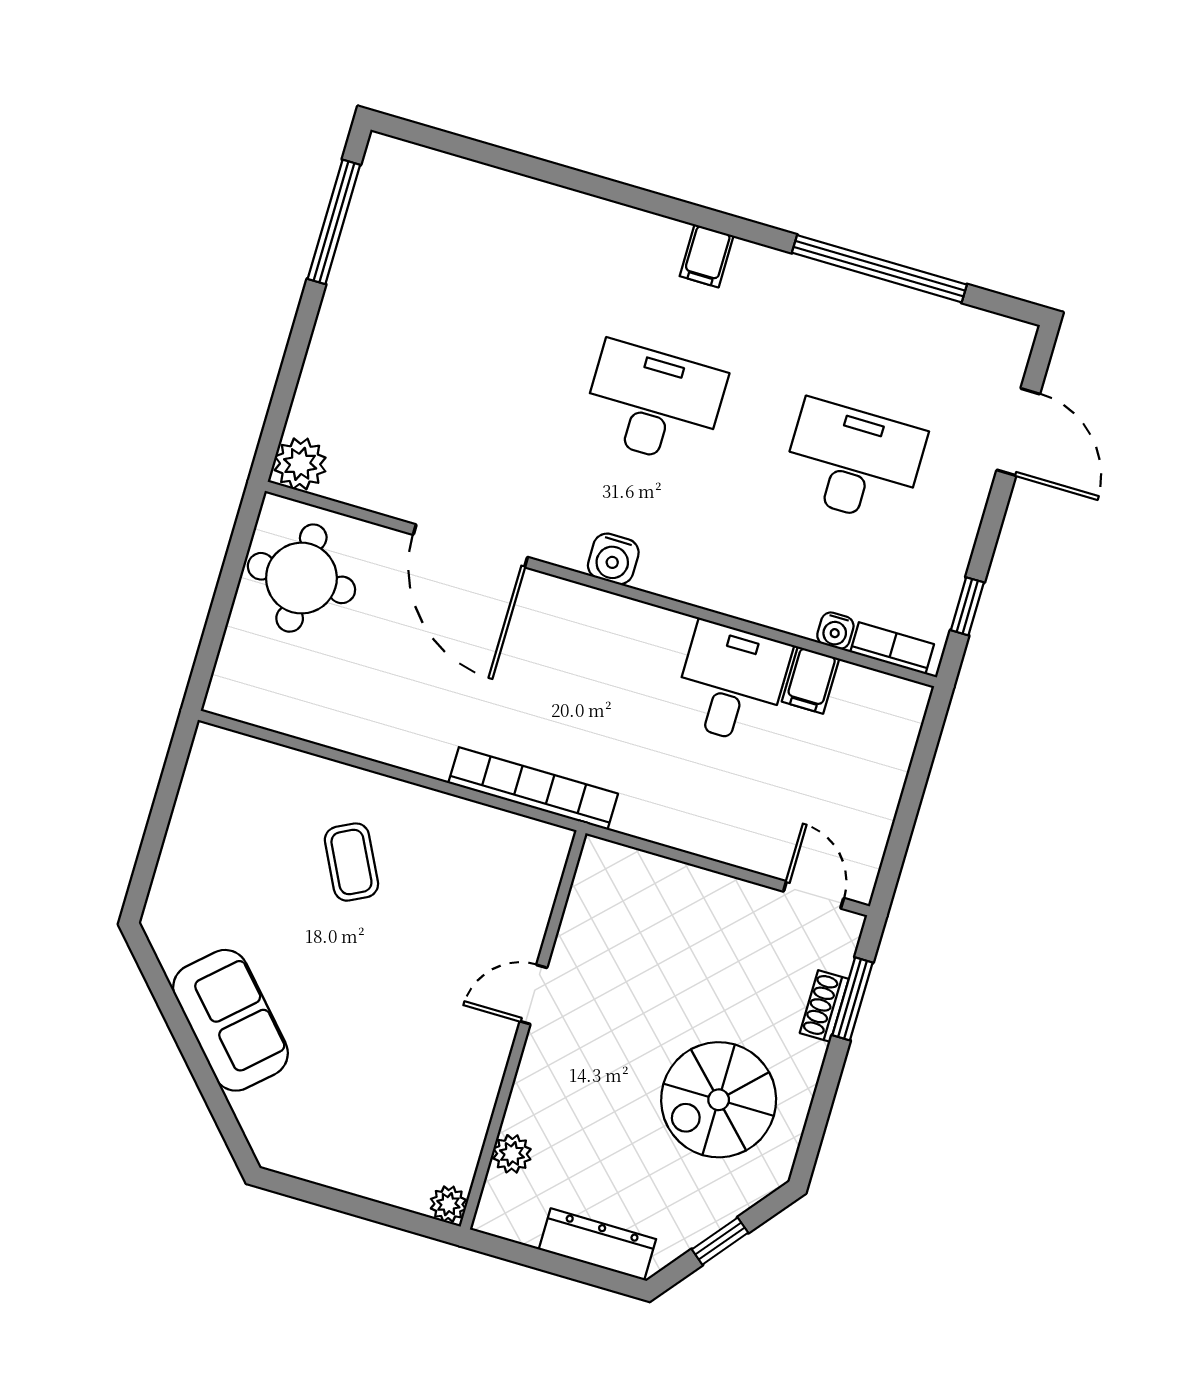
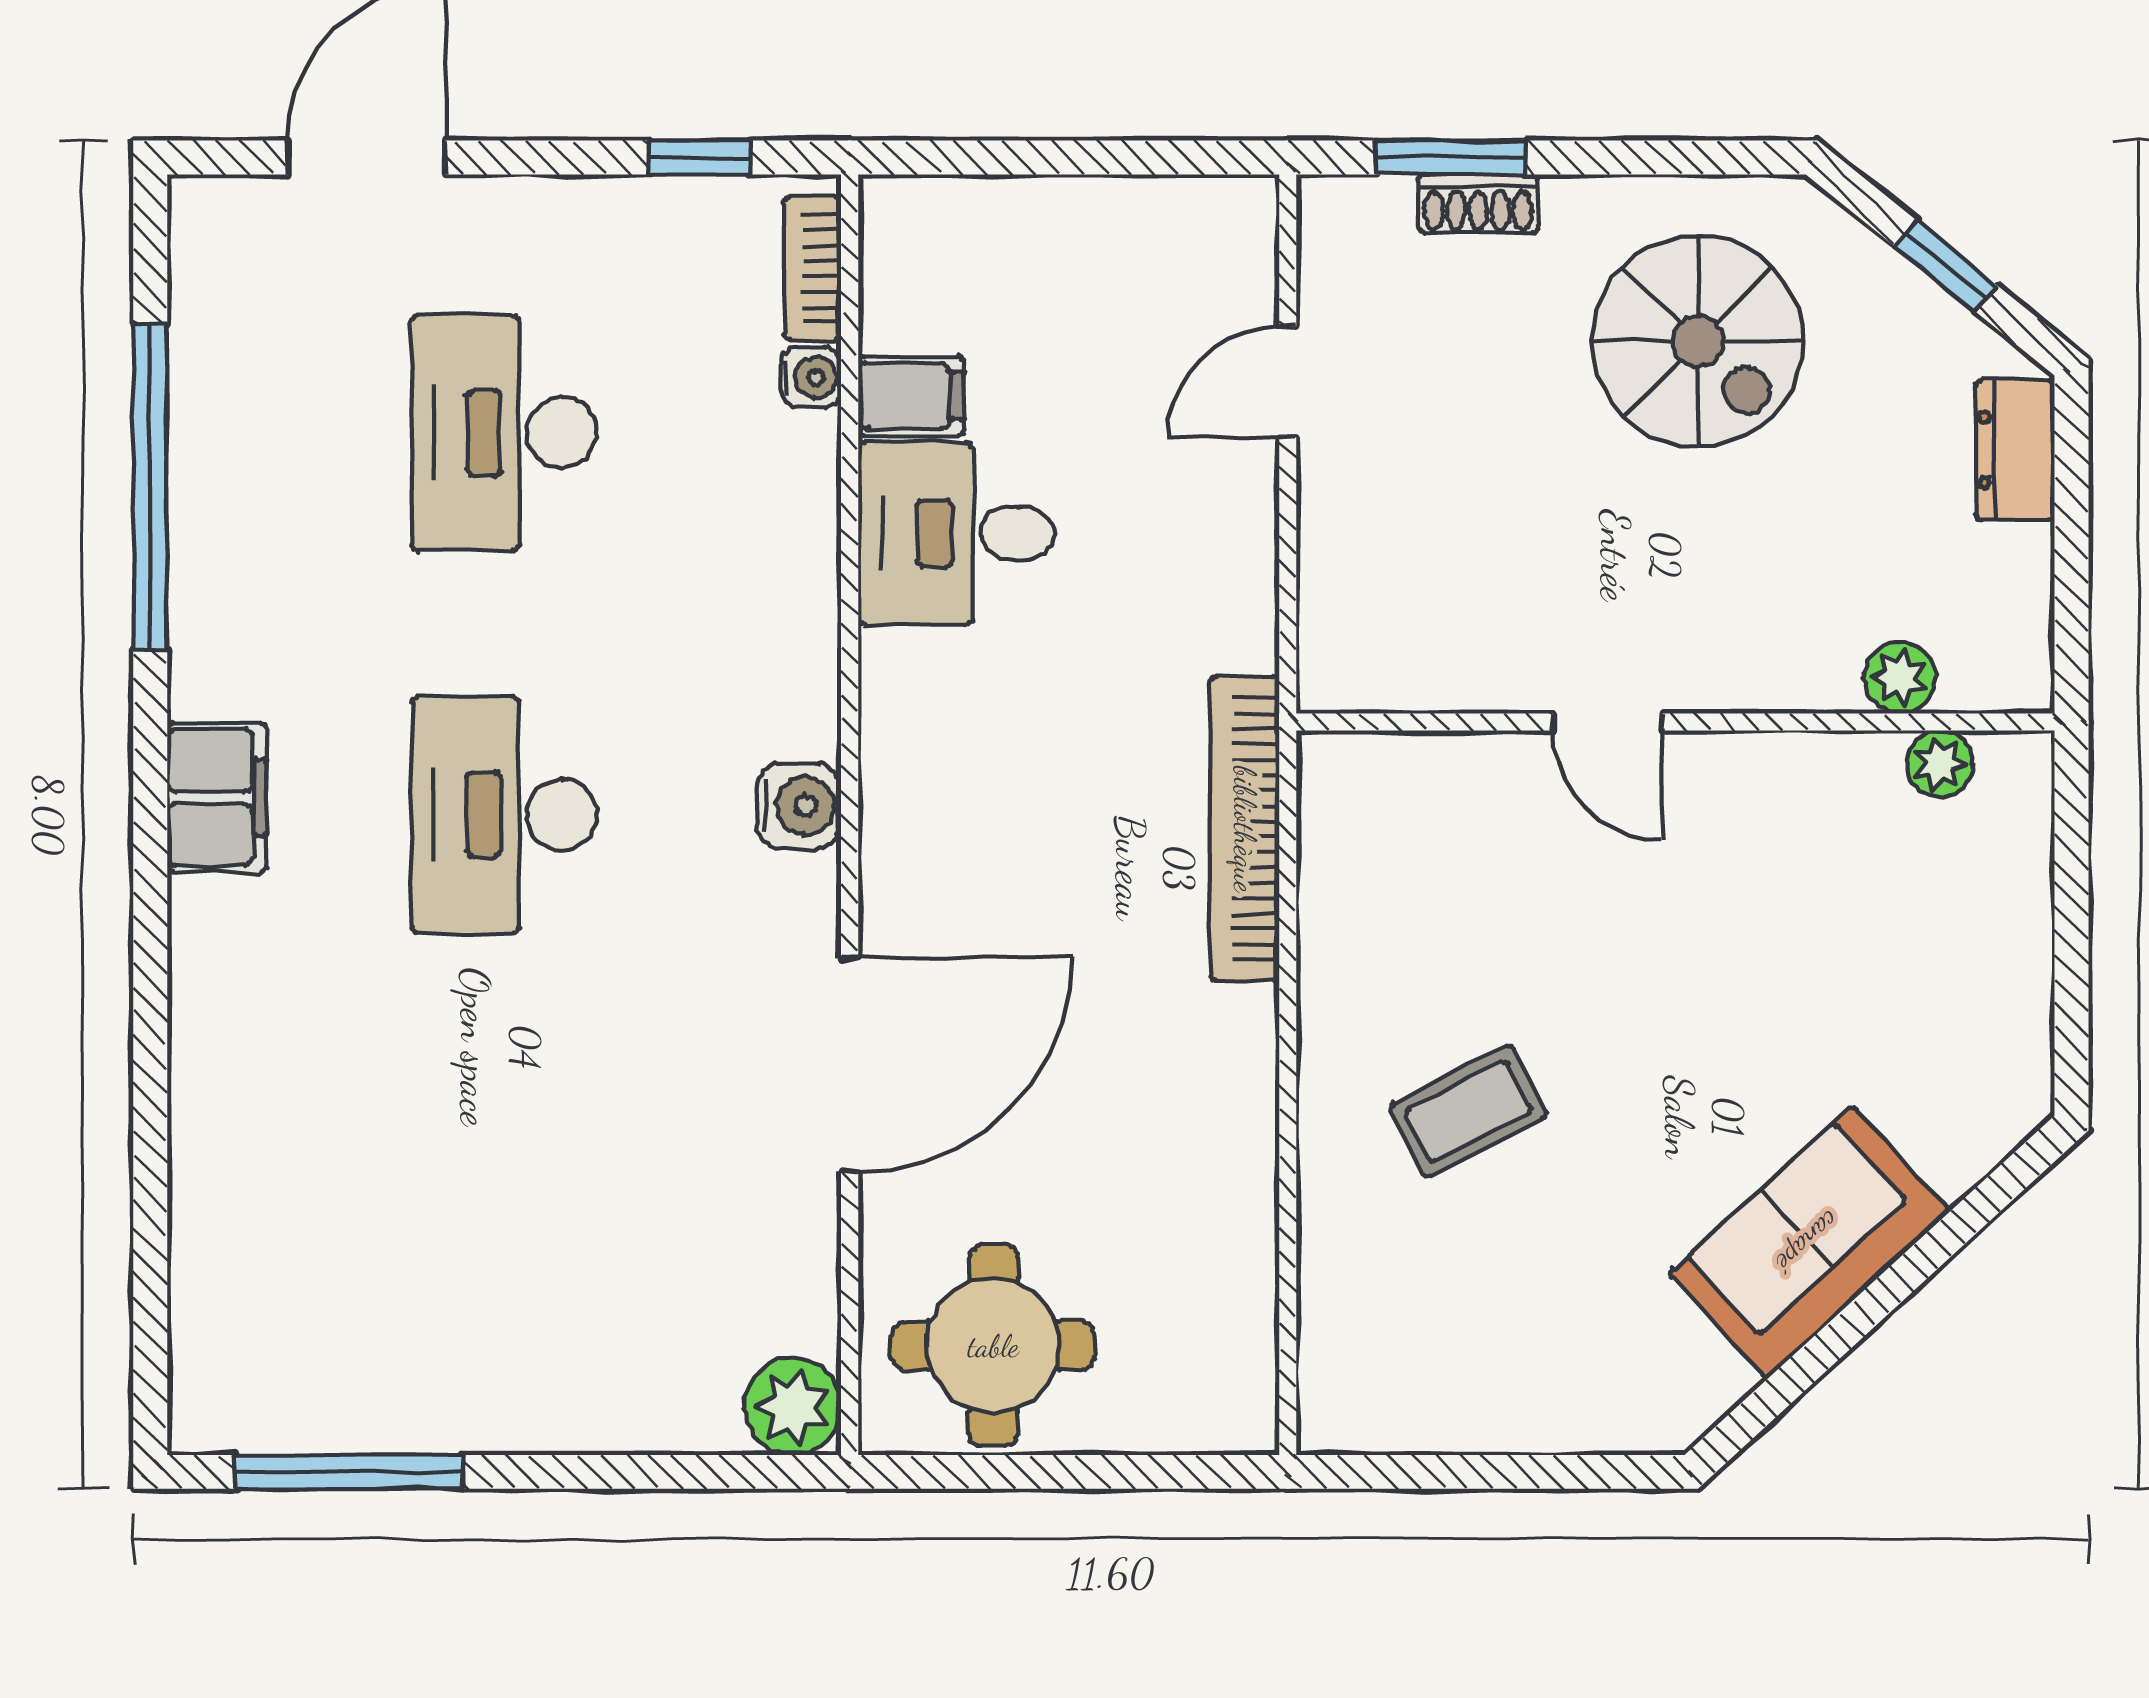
filing cabinet: (707, 256) -> (217, 797), width x2.00
door: (814, 895) -> (1288, 382), moved
plant: (448, 1204) -> (1940, 764), moved
dresser: (597, 1244) -> (2015, 450), width x0.70

